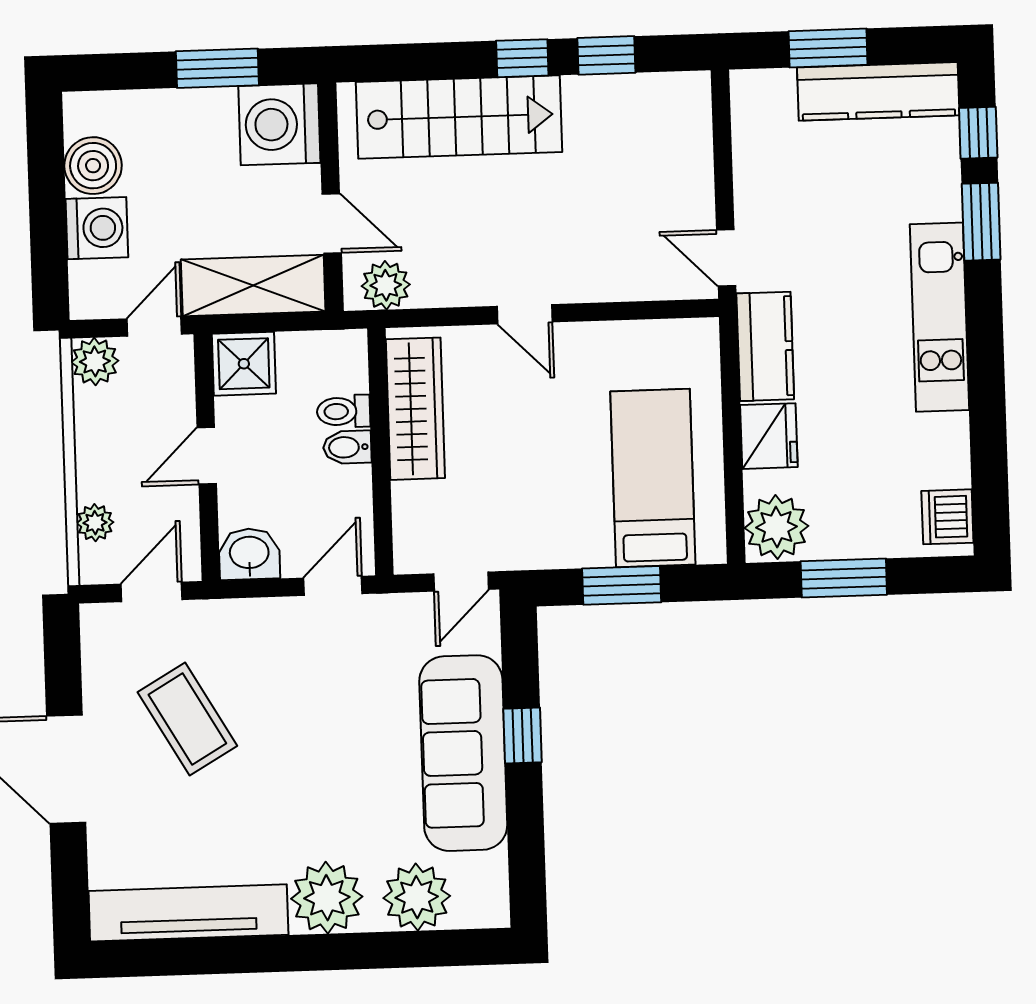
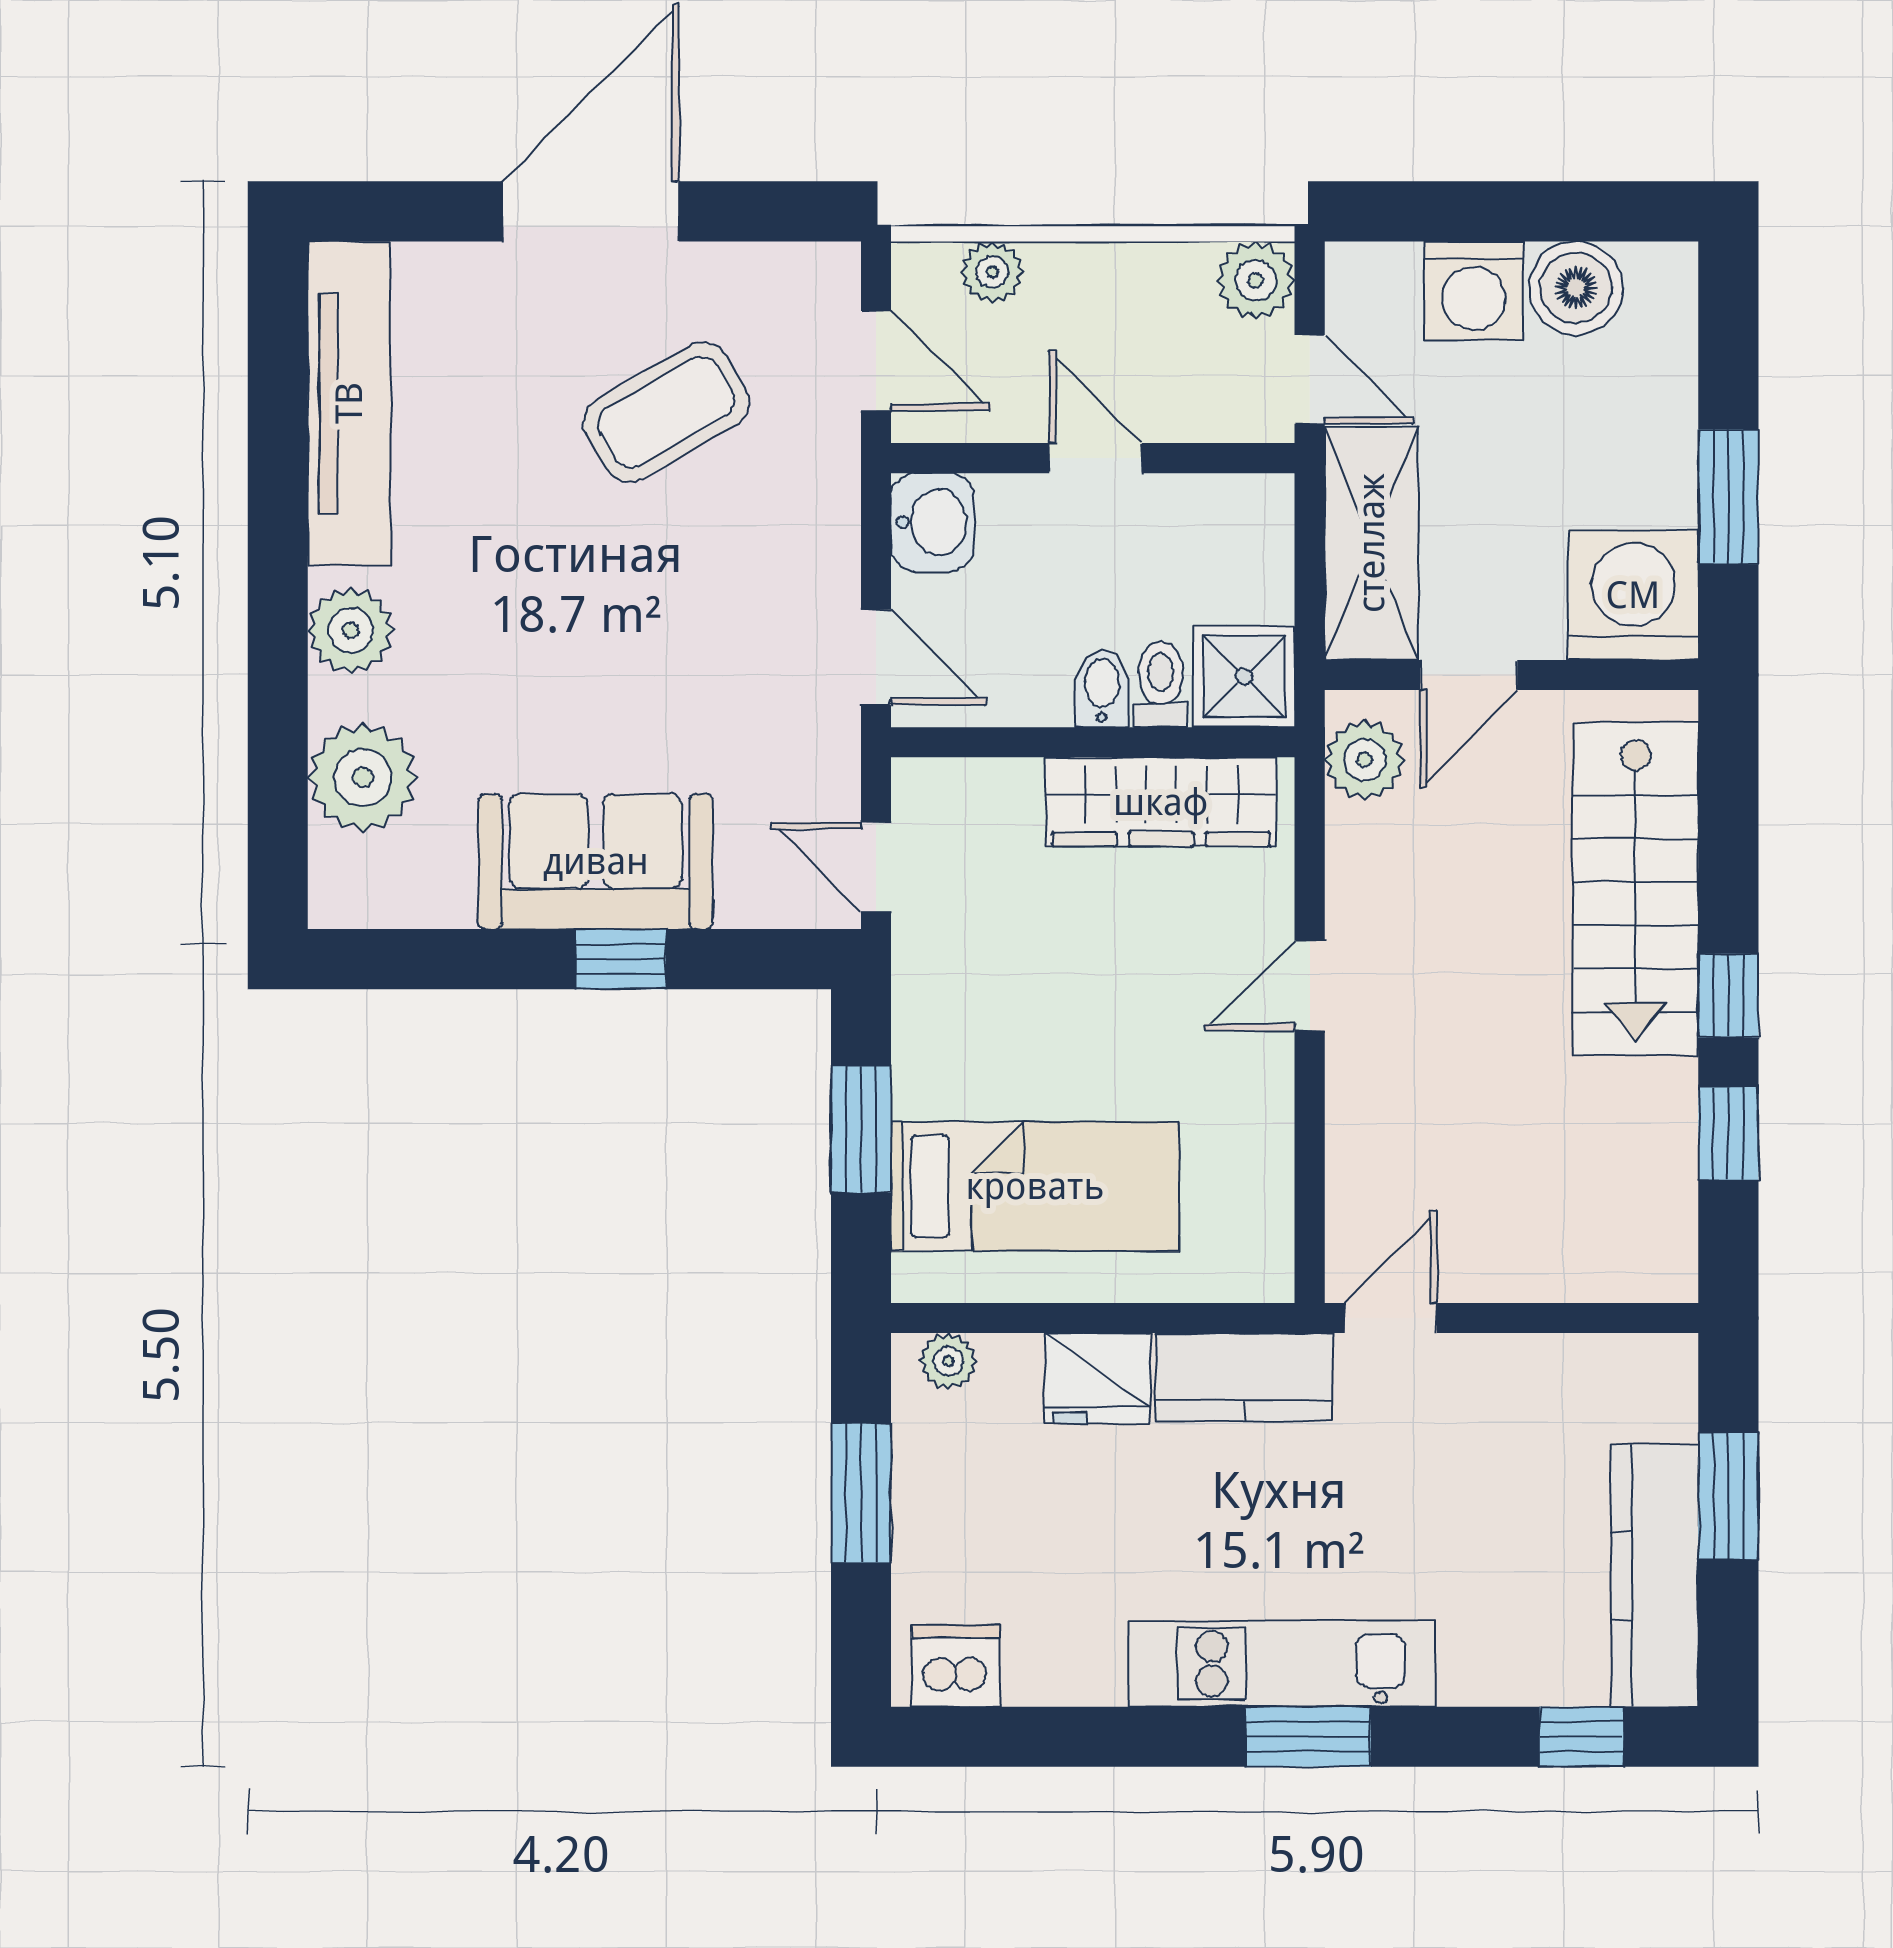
window: (981, 222) -> (1308, 1737), moved
shower: (244, 364) -> (1244, 677), moved
plant: (776, 527) -> (948, 1361), width x0.53, depth x0.53
sofa: (463, 753) -> (596, 861), width x0.73
plant: (327, 898) -> (351, 630), width x0.73, depth x0.73

